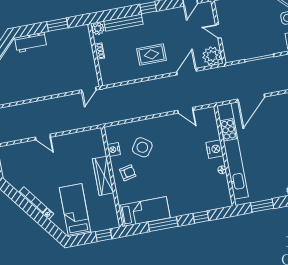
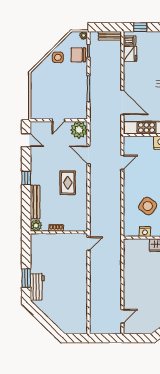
window: (57, 25) -> (26, 278), moved
door: (89, 90) -> (89, 244), hinge flipped
door: (43, 137) -> (122, 316), moved

